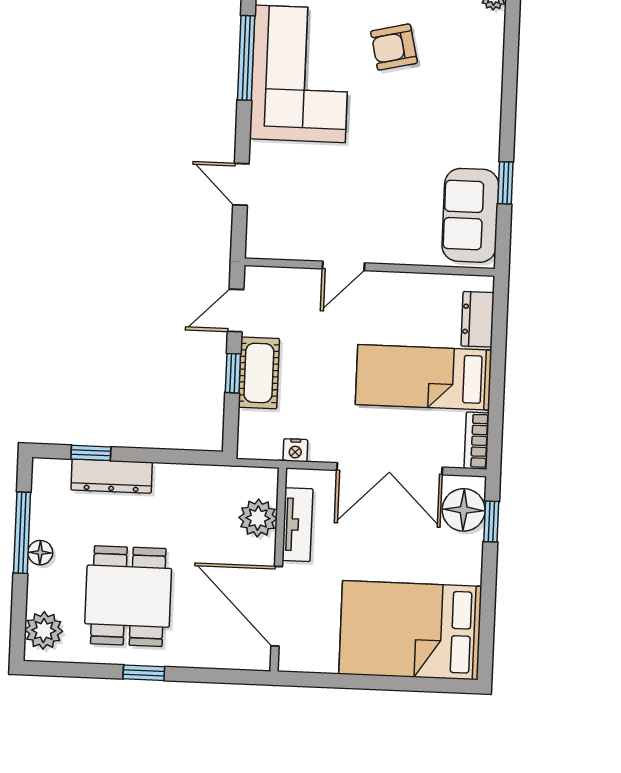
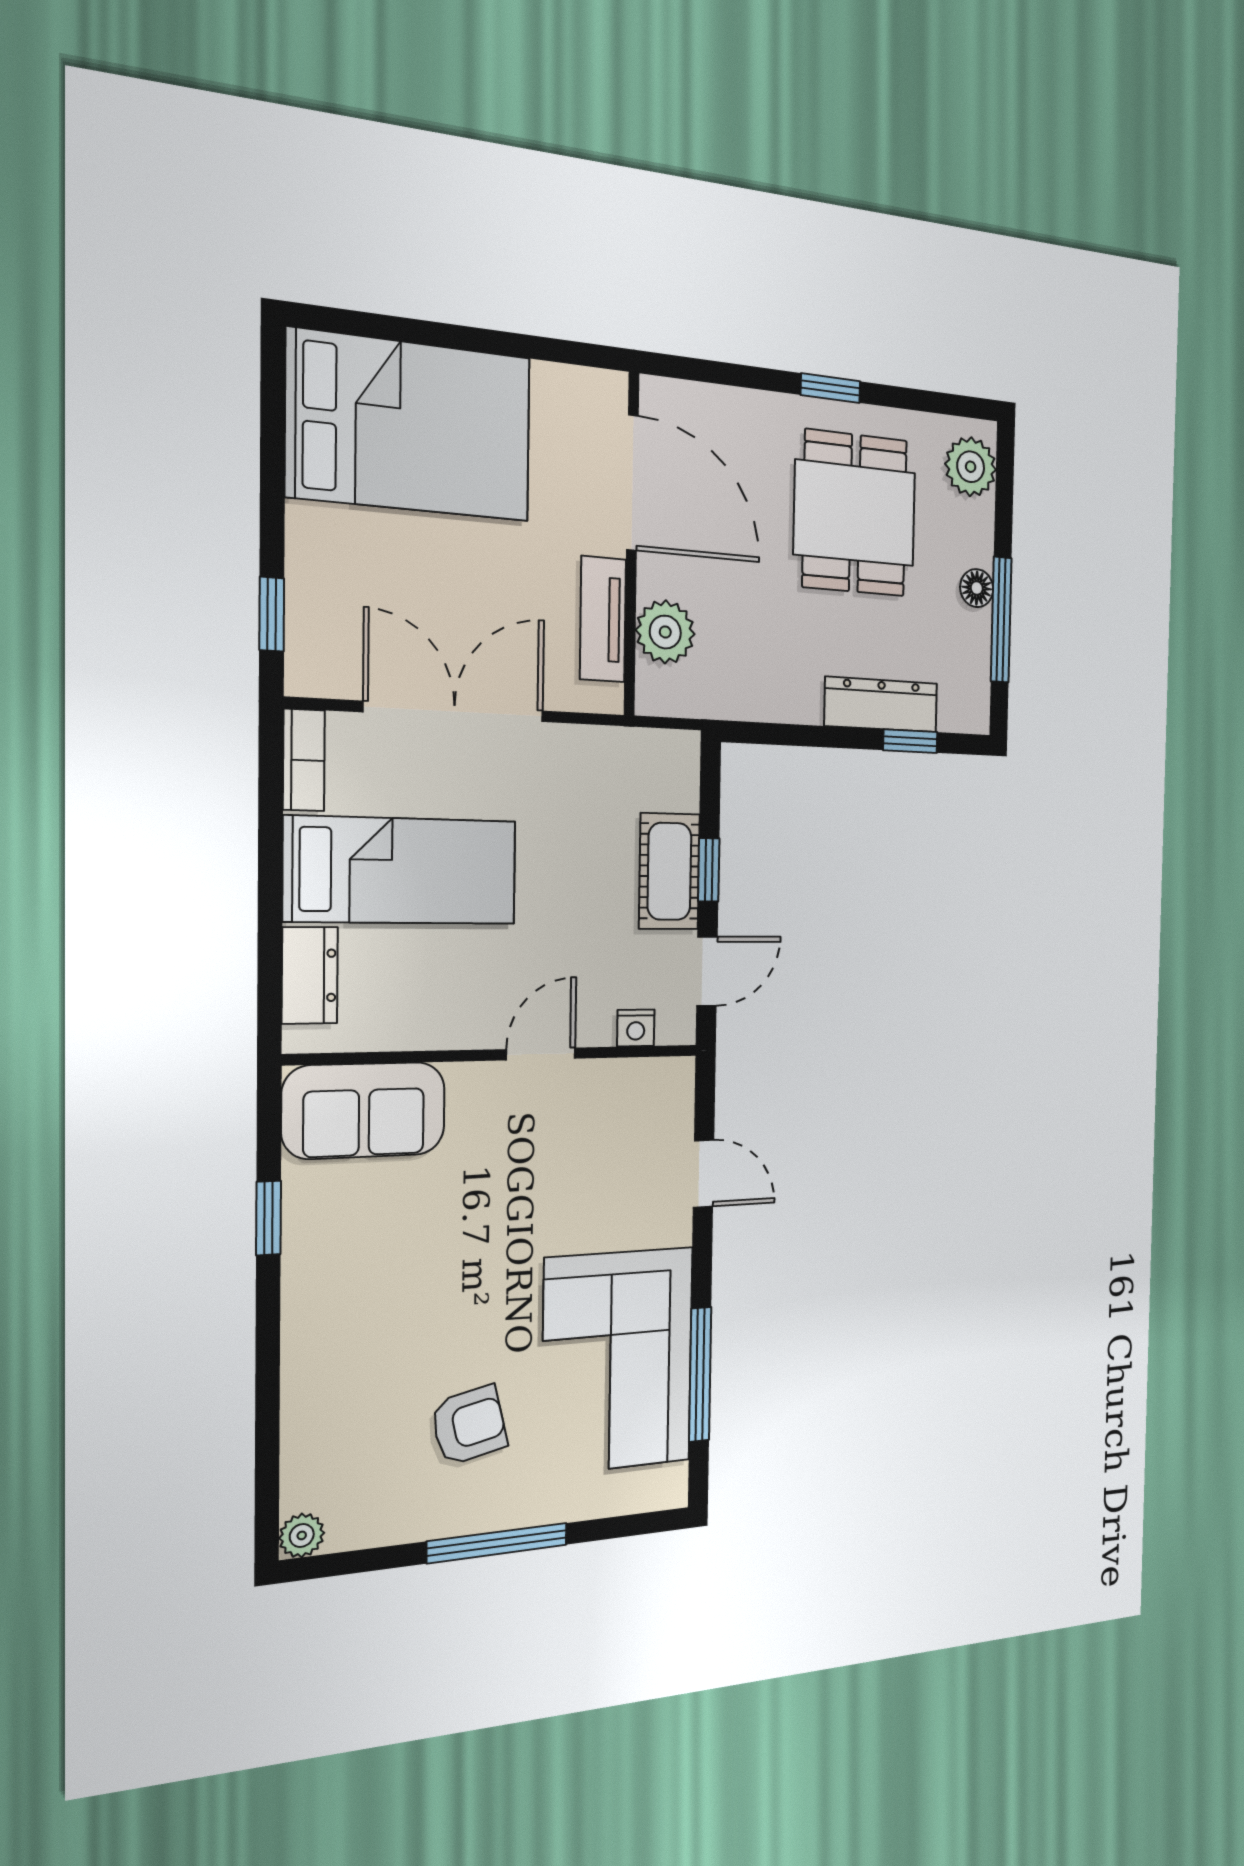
sofa: (470, 215) -> (364, 1110), moved, turned 90
nightstand: (295, 450) -> (636, 1028), moved, turned 180
floor lamp: (464, 510) -> (323, 637), removed

